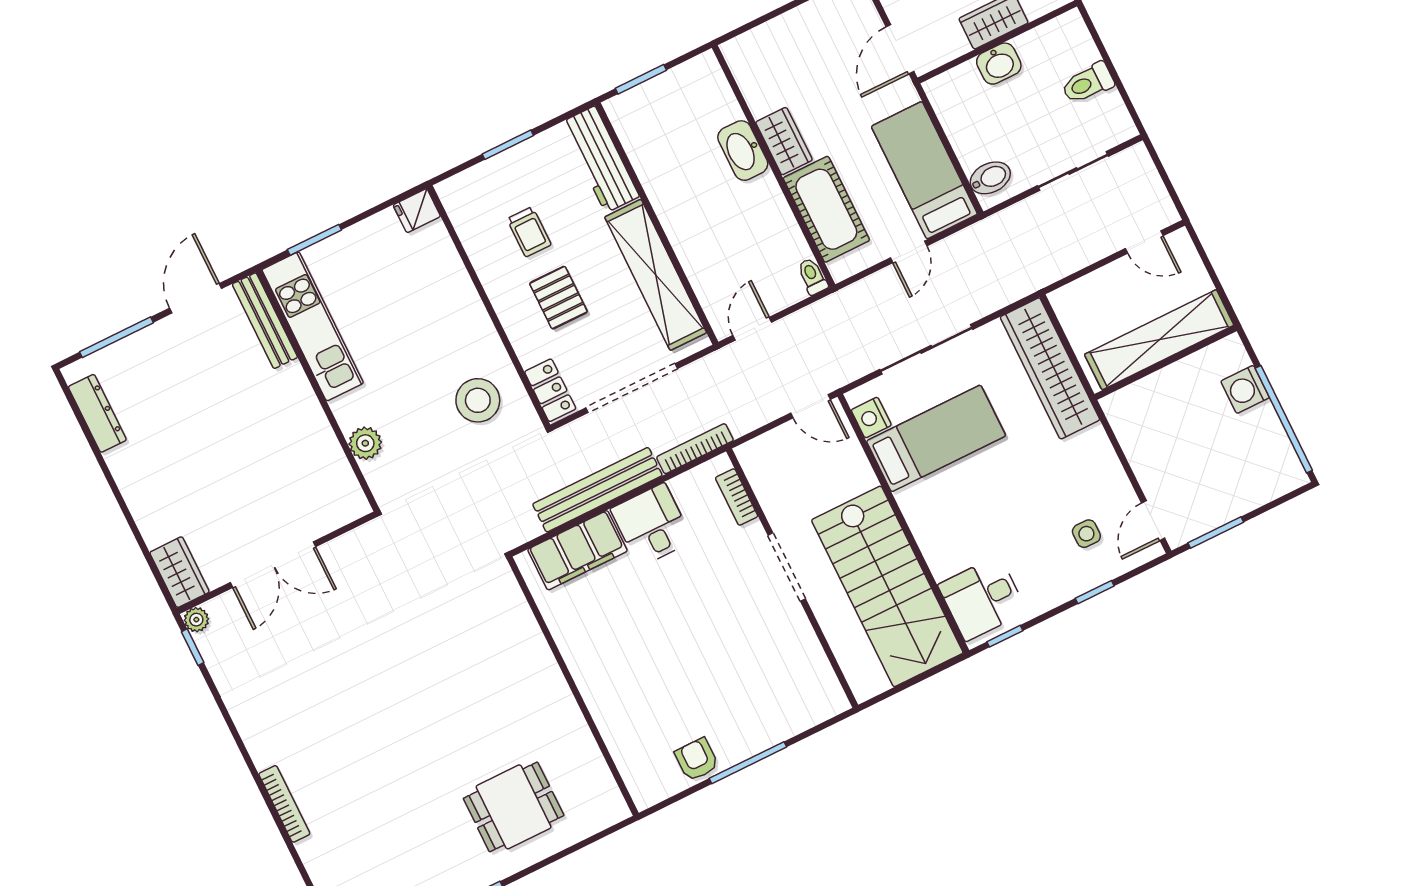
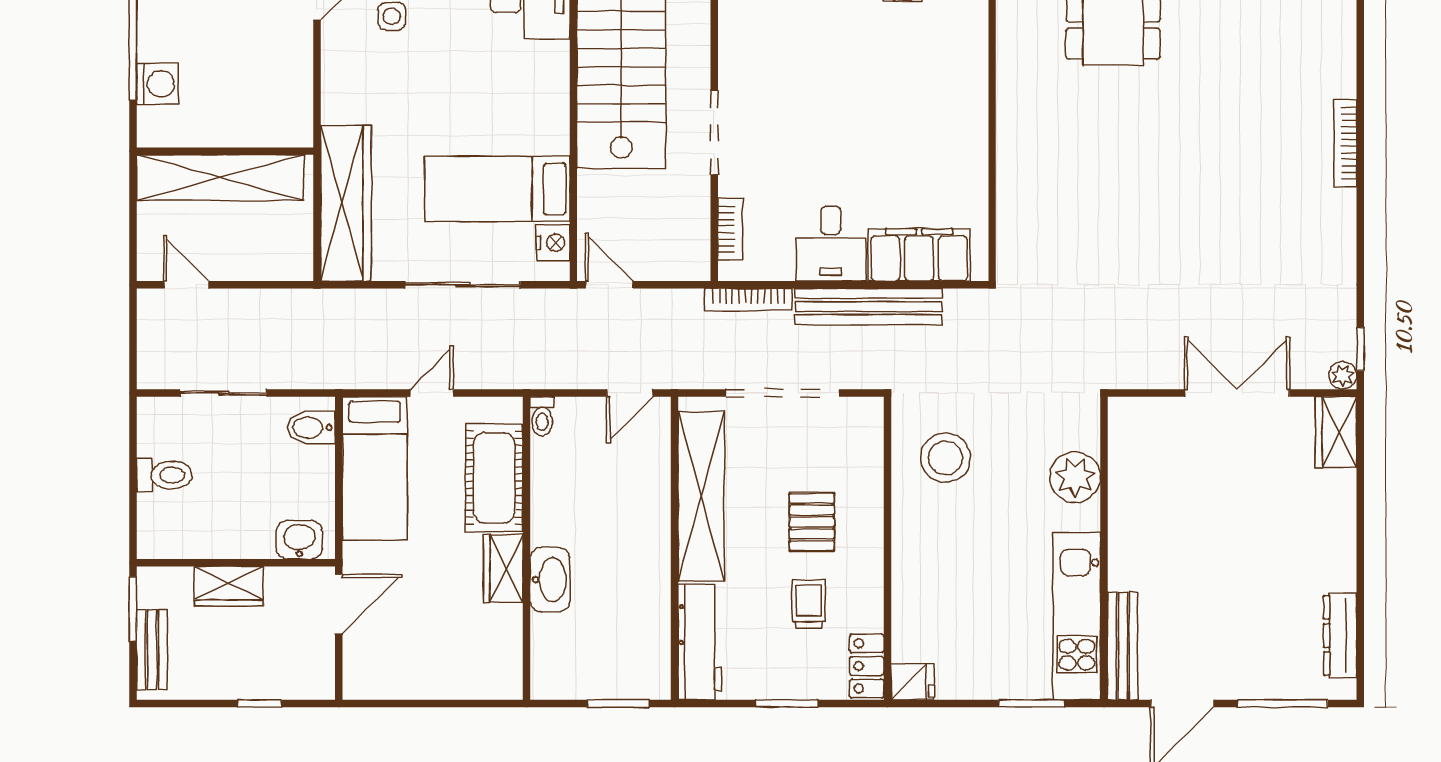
washbasin: (999, 64) -> (299, 540), moved
locker: (550, 390) -> (867, 666), moved
plant: (365, 443) -> (1075, 477), width x1.36, depth x1.36

